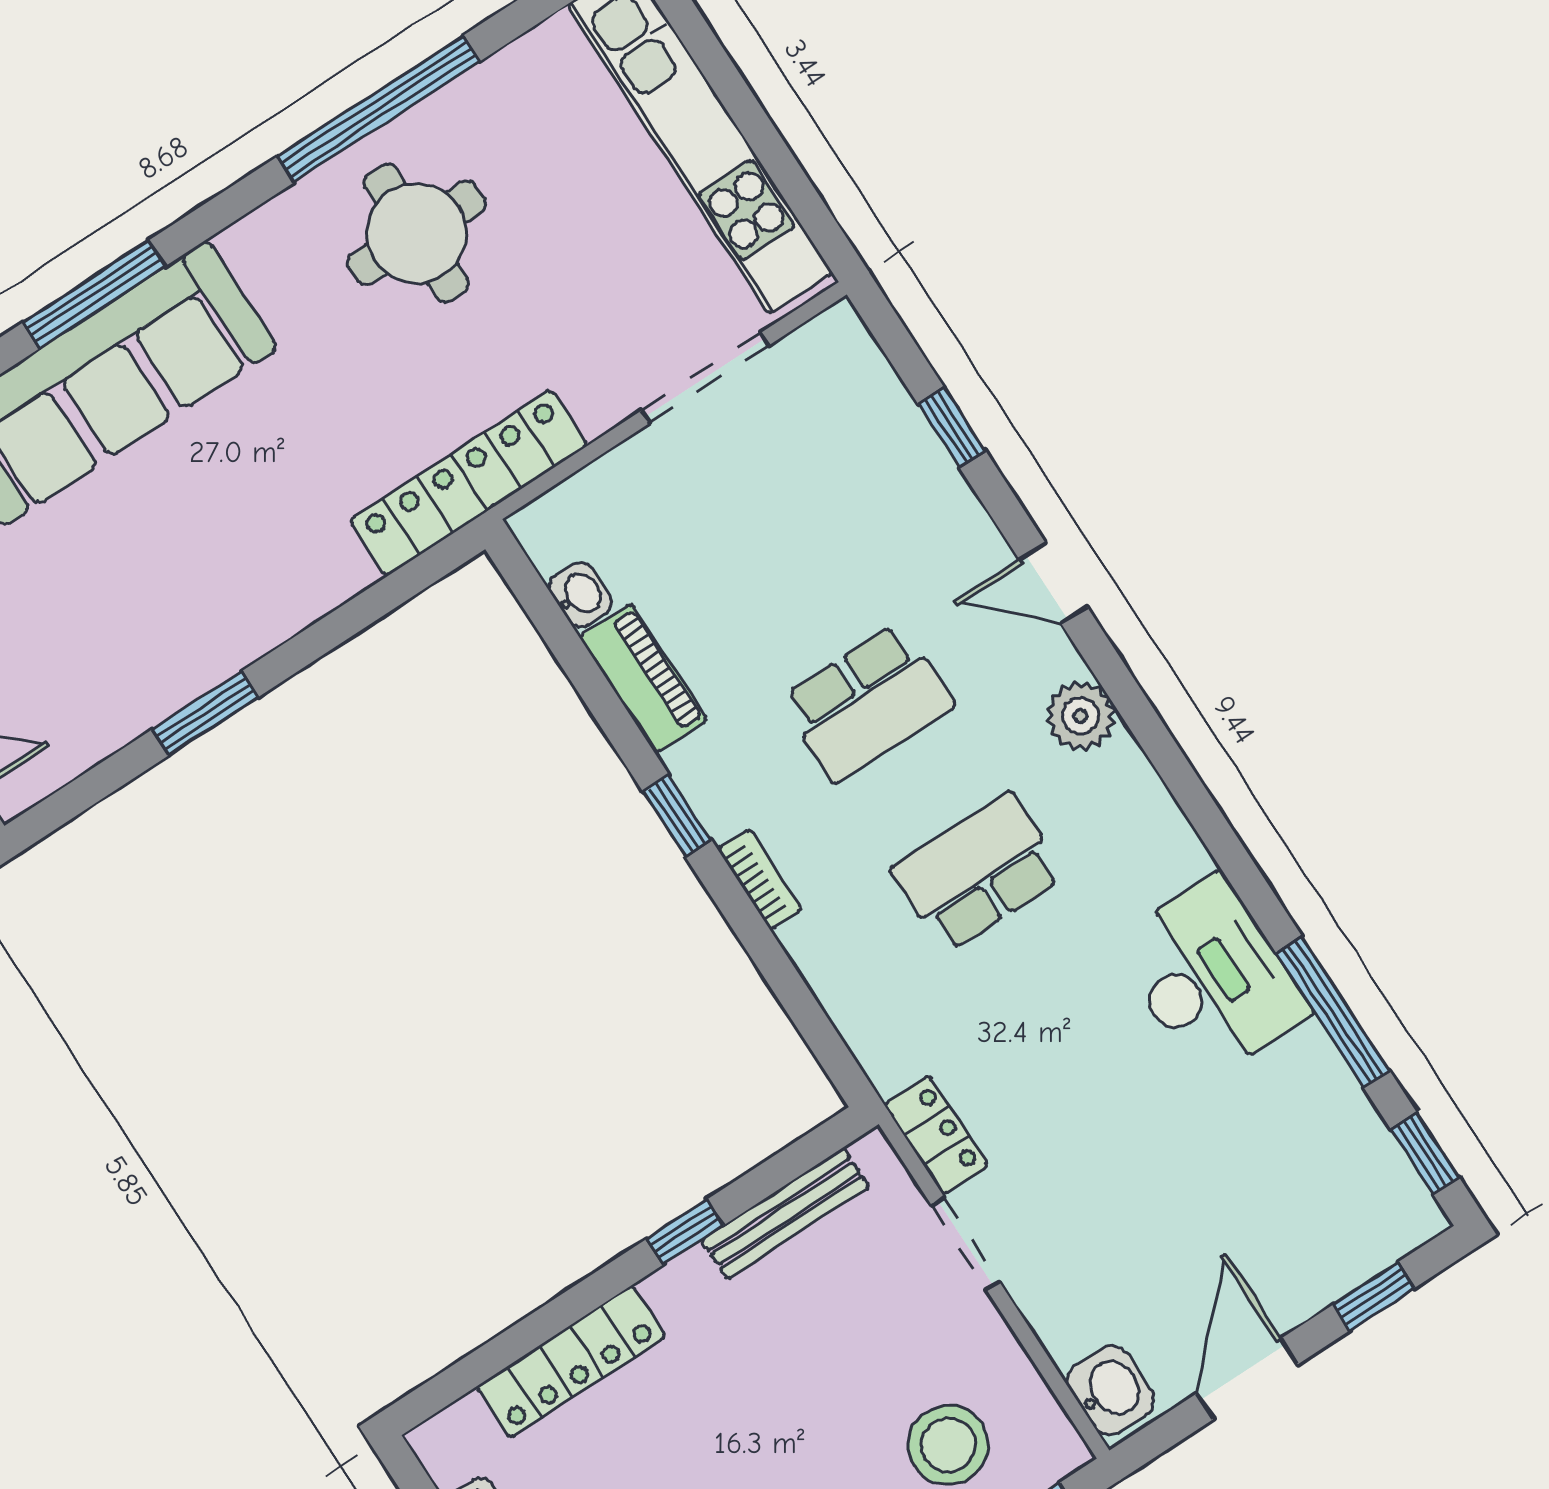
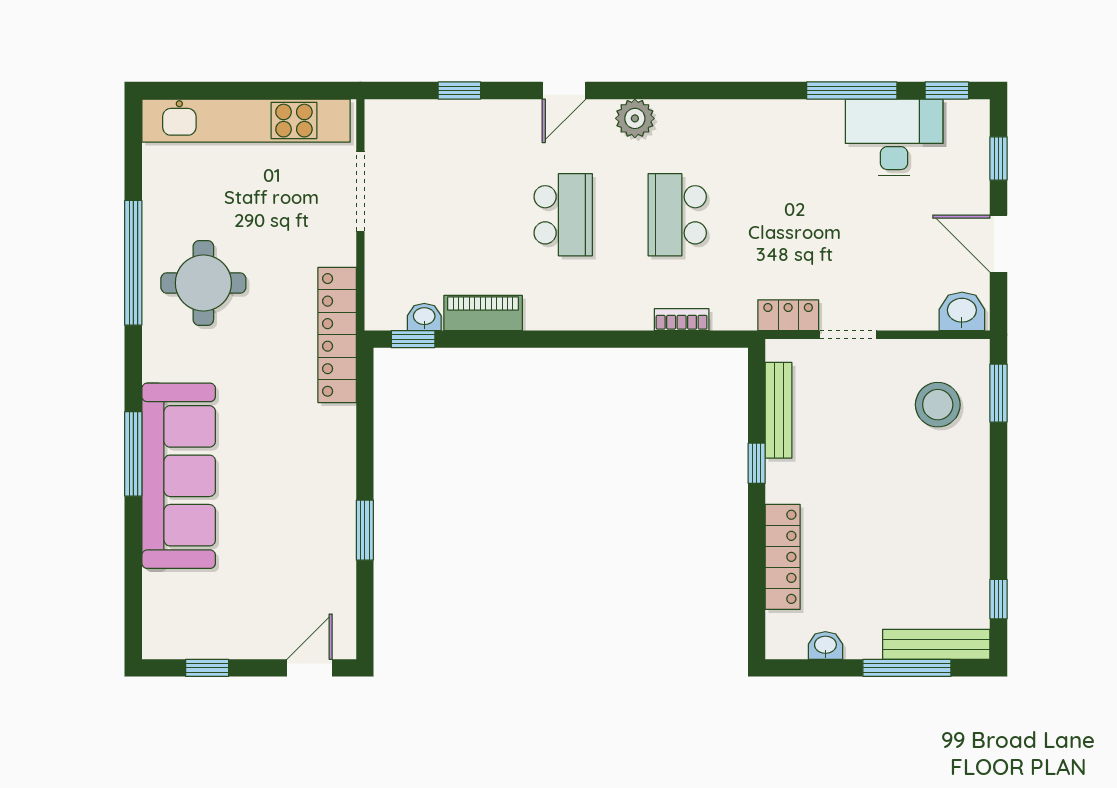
window: (677, 816) -> (413, 339), moved
bookcase: (760, 879) -> (682, 320), moved
desk: (1211, 978) -> (894, 137), moved

